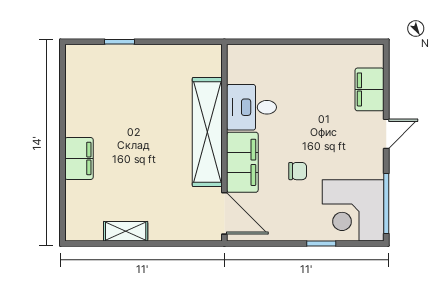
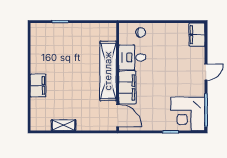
filing cabinet: (370, 89) -> (197, 35), moved
chair: (298, 171) -> (141, 32), moved

